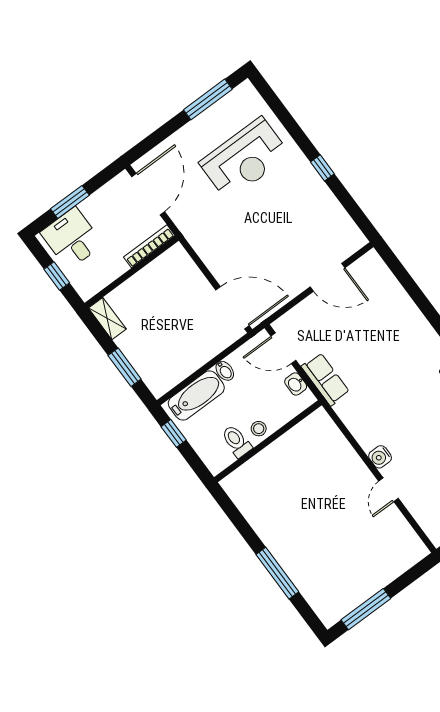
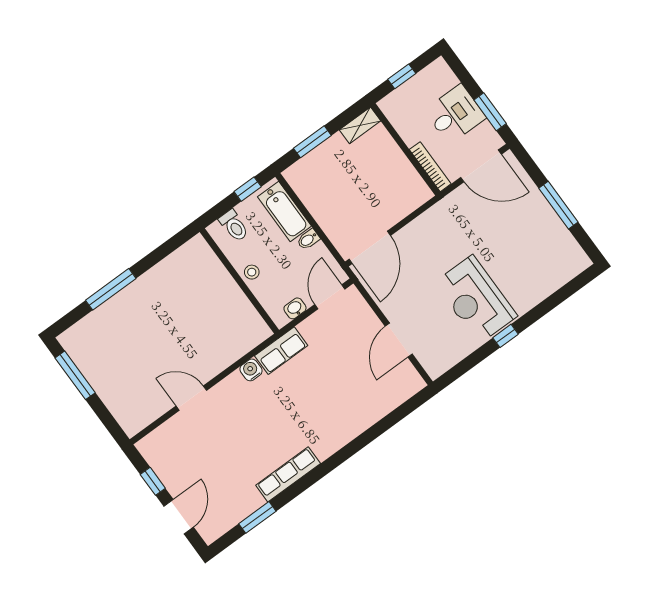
window: (208, 99) -> (558, 205), moved
reception desk: (245, 159) -> (476, 299), moved
window: (70, 202) -> (490, 112), moved
desk: (72, 239) -> (455, 114), moved
row of seats: (325, 379) -> (281, 351), moved
toilet: (237, 441) -> (234, 226), moved, turned 90
water cooler: (380, 457) -> (251, 370), moved
door: (388, 490) -> (191, 398), width x1.38

